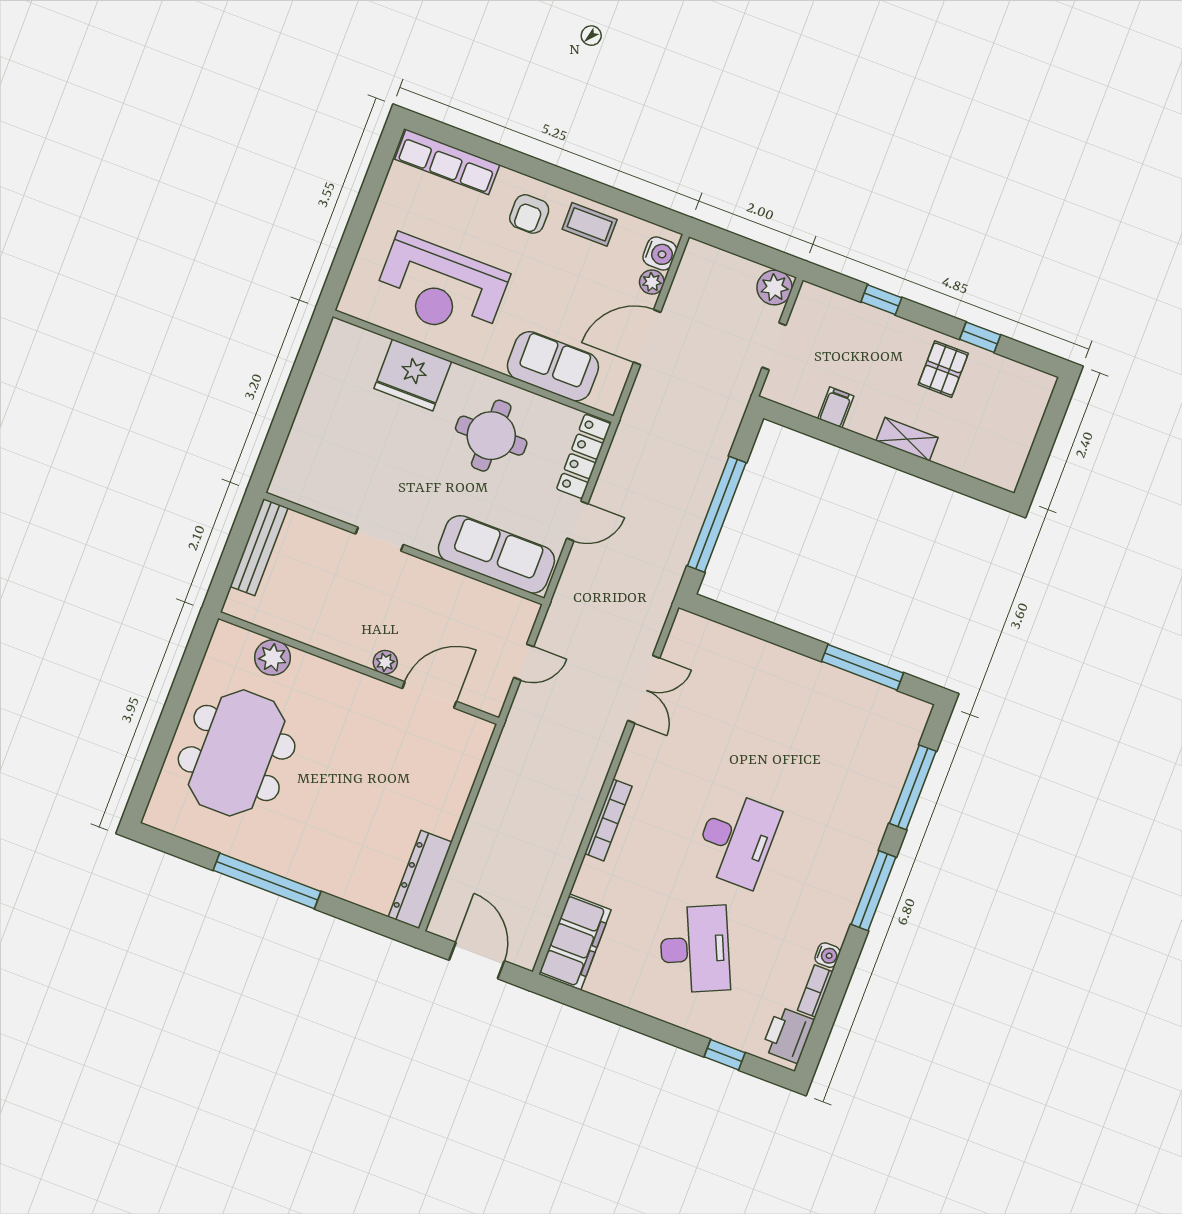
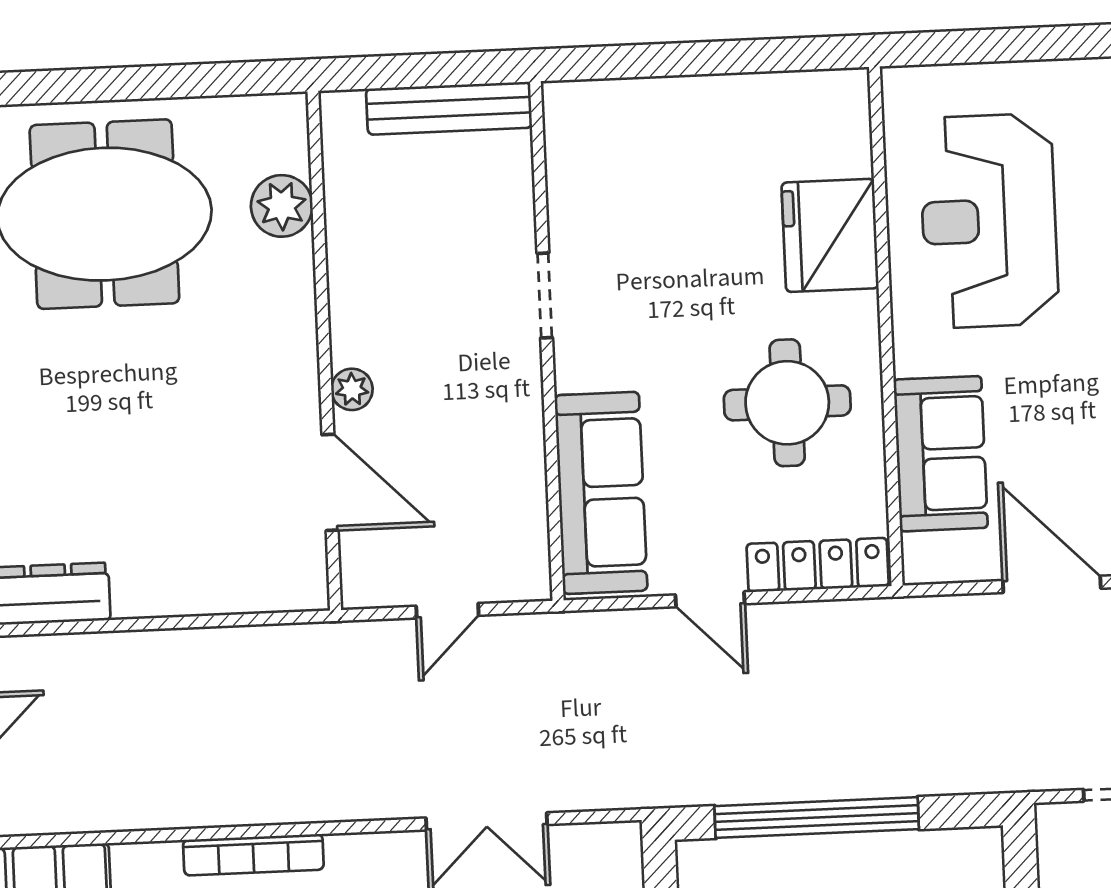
door: (524, 662) -> (447, 611), hinge flipped

